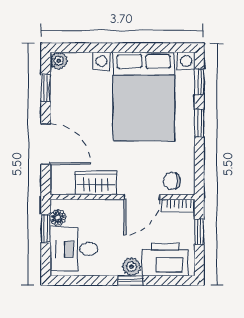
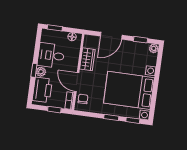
window: (46, 229) -> (55, 28), moved
desk: (74, 249) -> (51, 55), moved, turned -90

